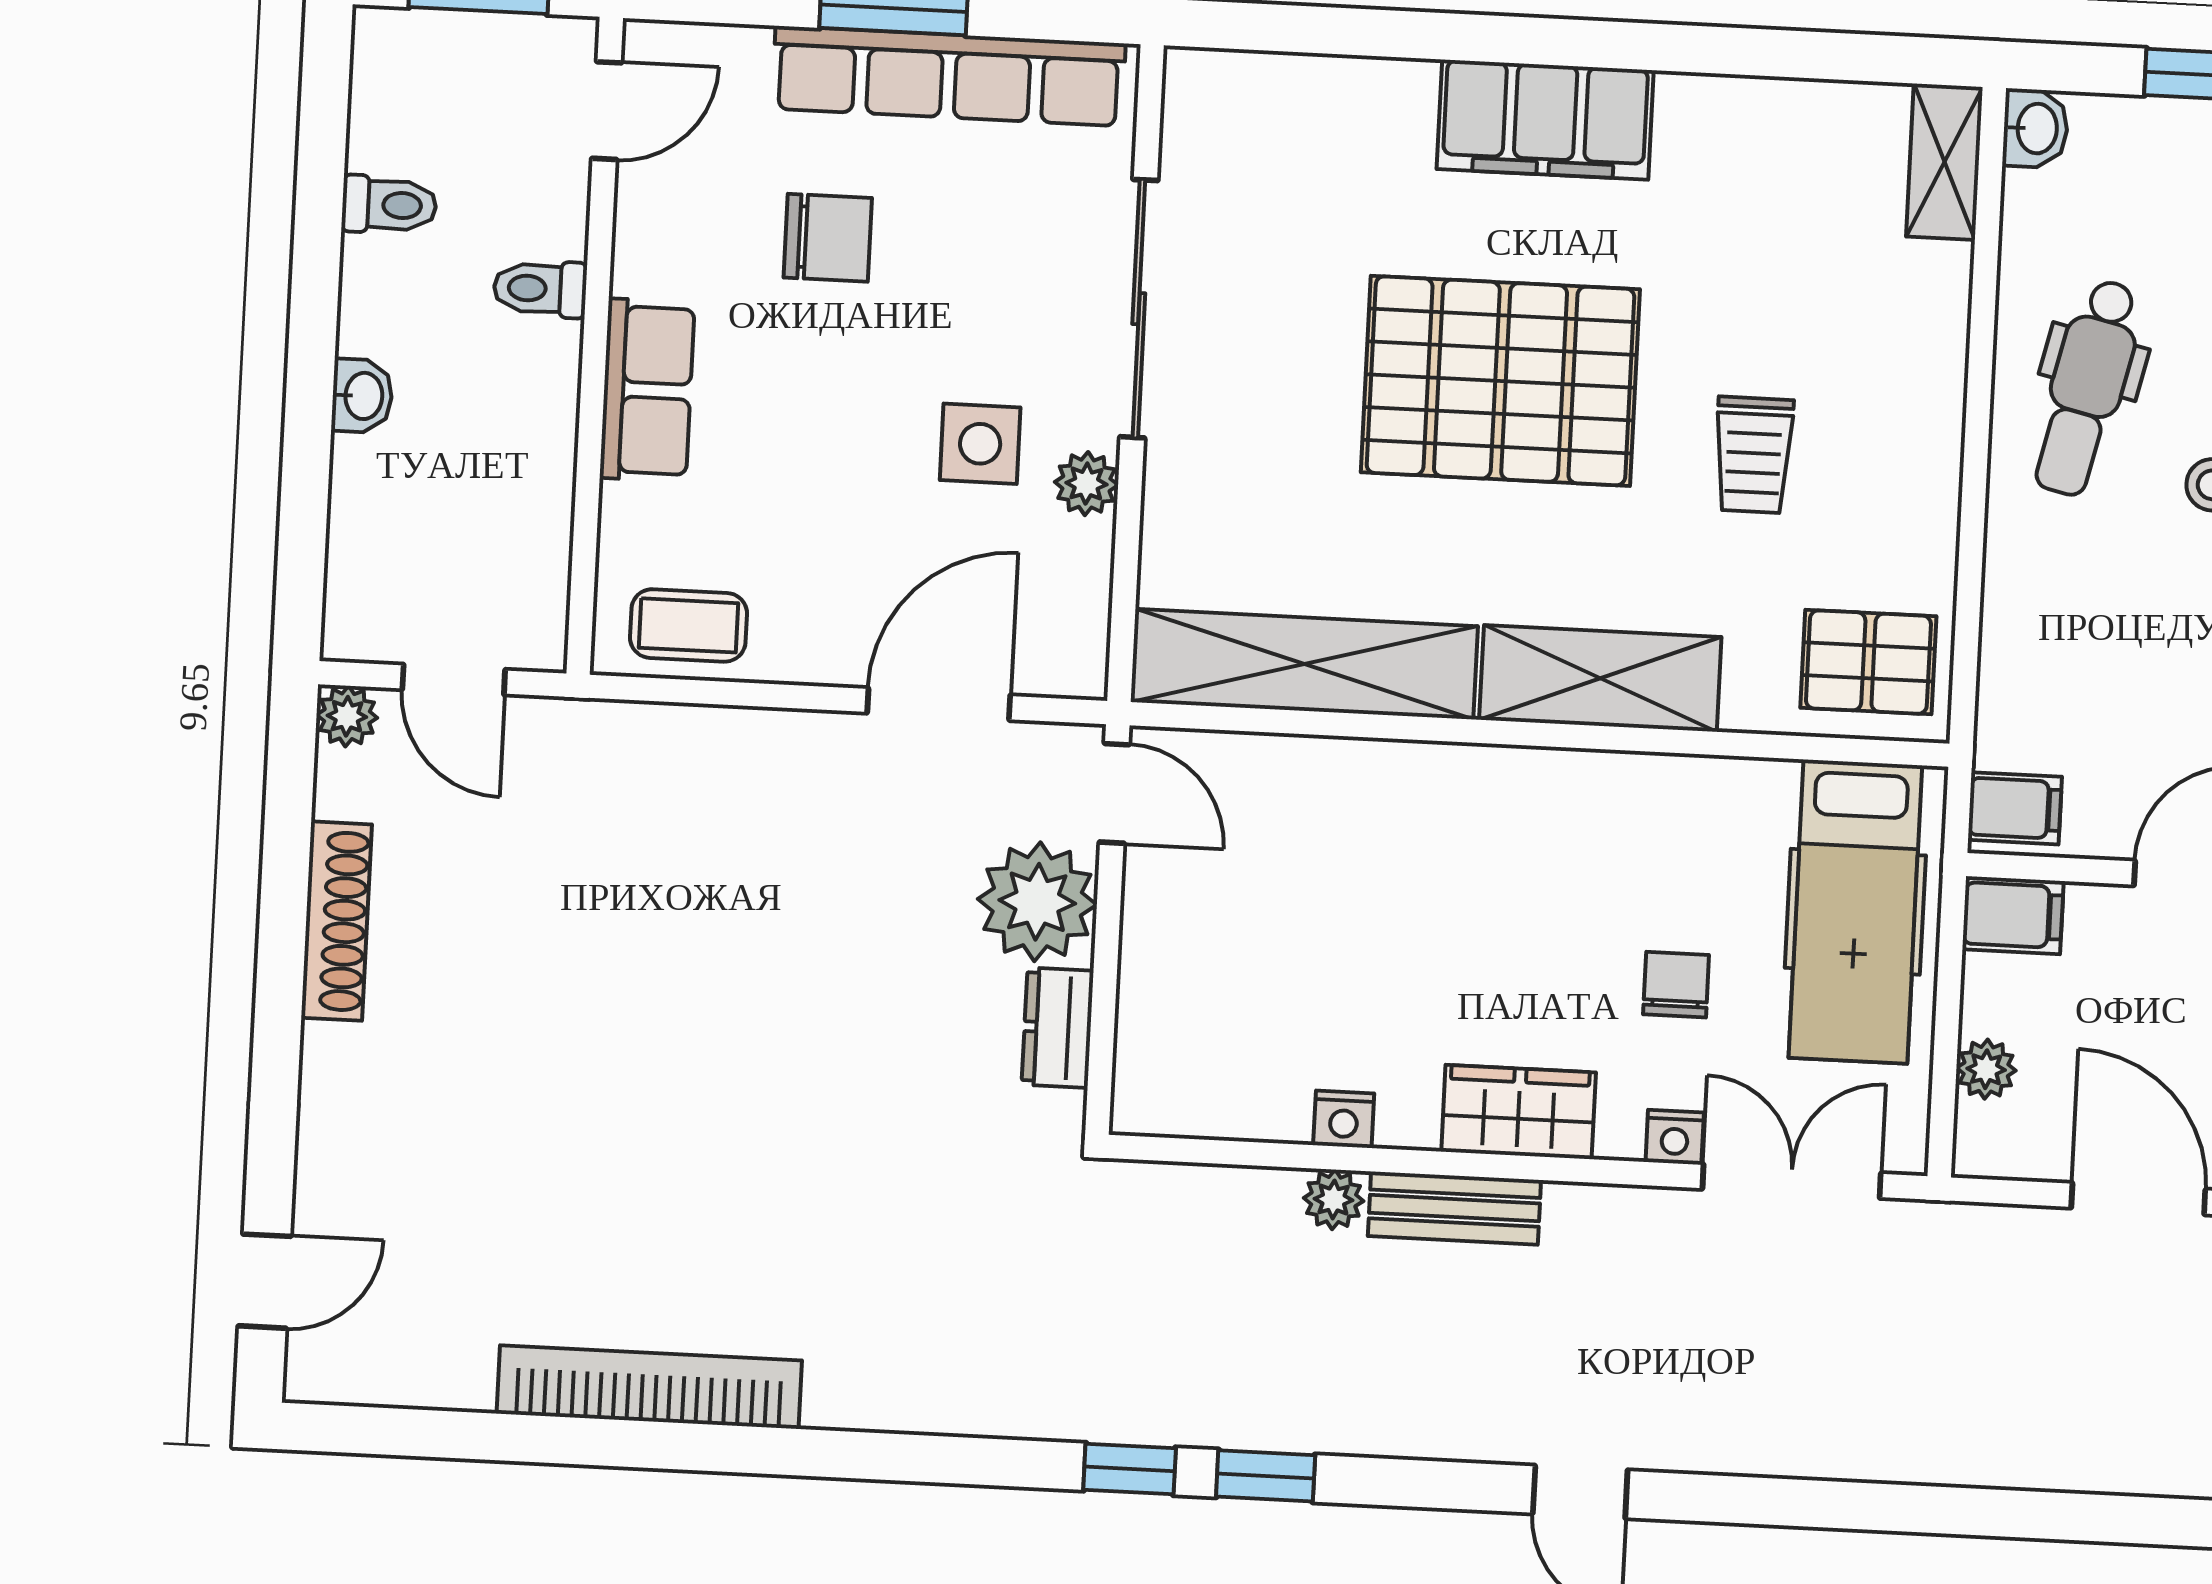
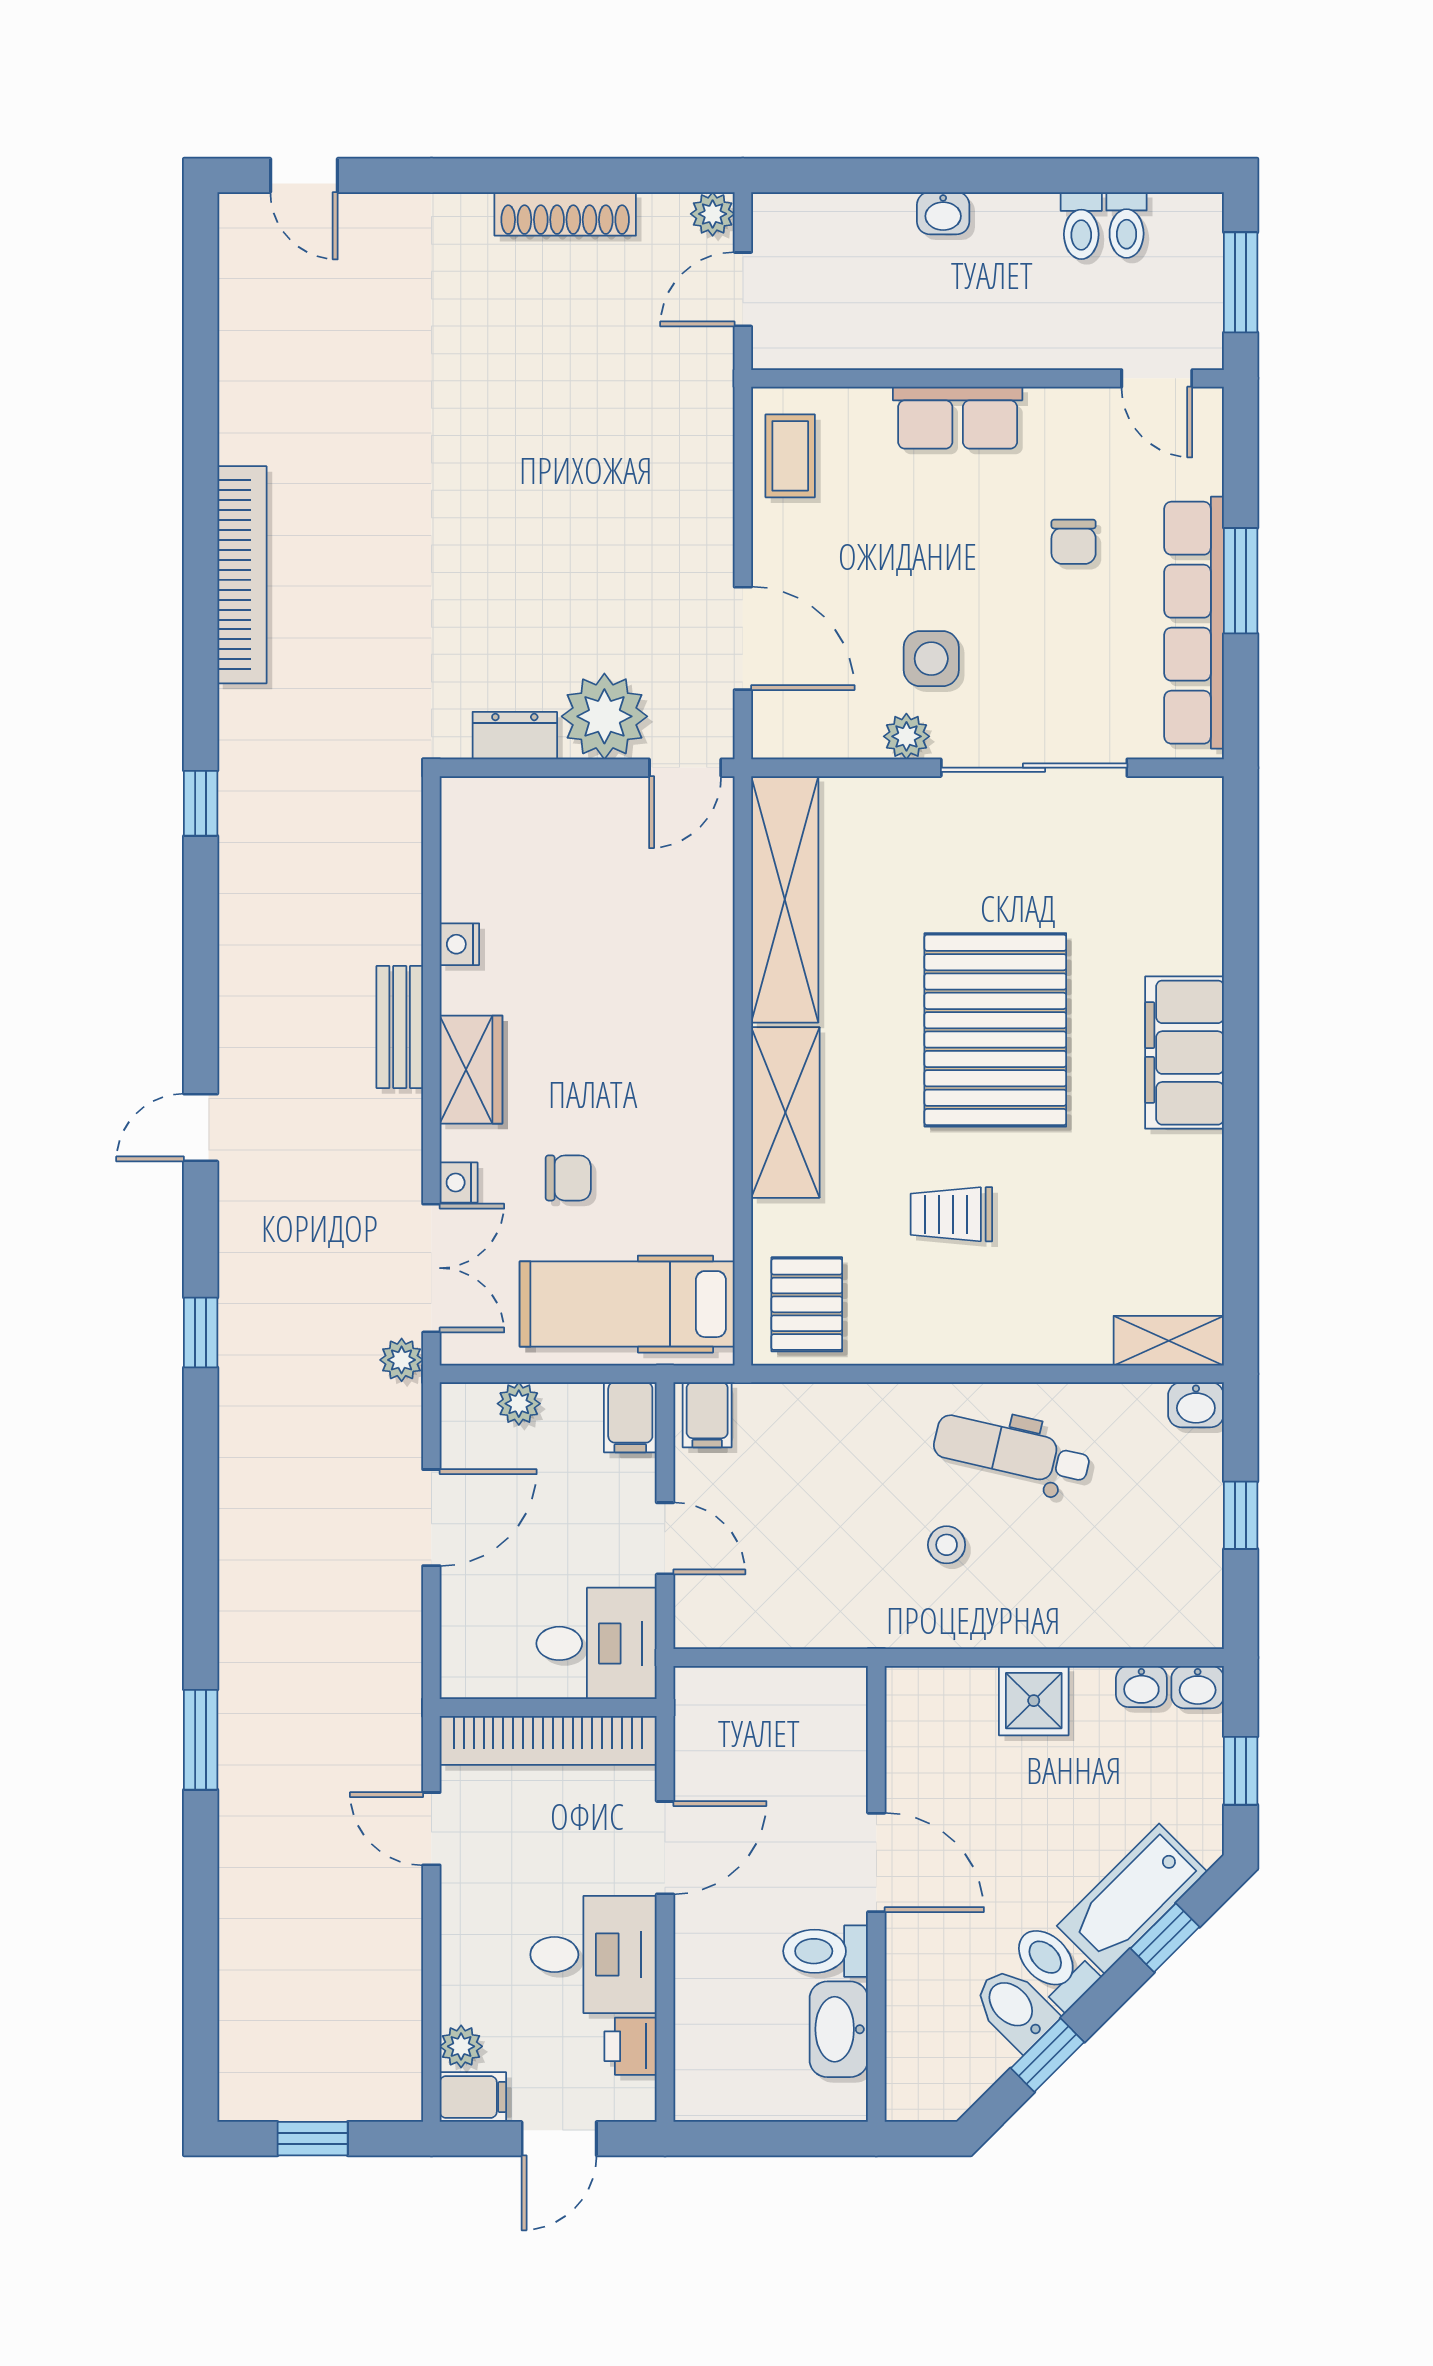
chair: (828, 238) -> (1074, 542), width x0.73, depth x0.73
toilet: (540, 289) -> (1127, 225), moved, turned 180
plant: (1334, 1199) -> (402, 1360), moved
bookcase: (649, 1387) -> (242, 575), moved
window: (1266, 1476) -> (201, 1333), moved

